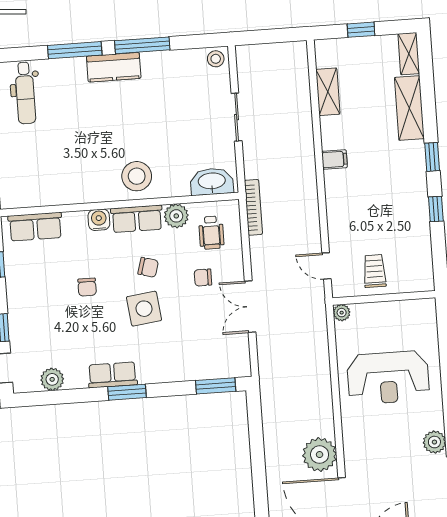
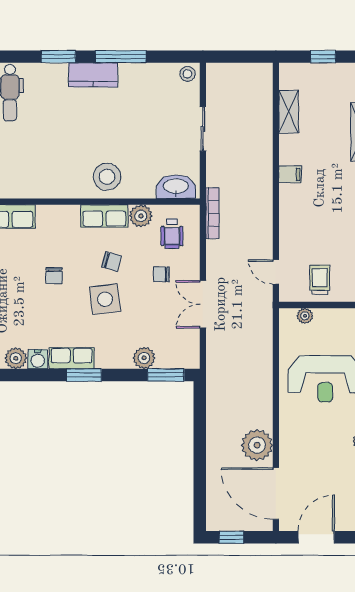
window: (75, 50) -> (58, 57), width x0.69
water cooler: (99, 220) -> (38, 359), moved, turned 180
plant: (342, 313) -> (305, 316), moved
plant: (191, 369) -> (144, 358), added

